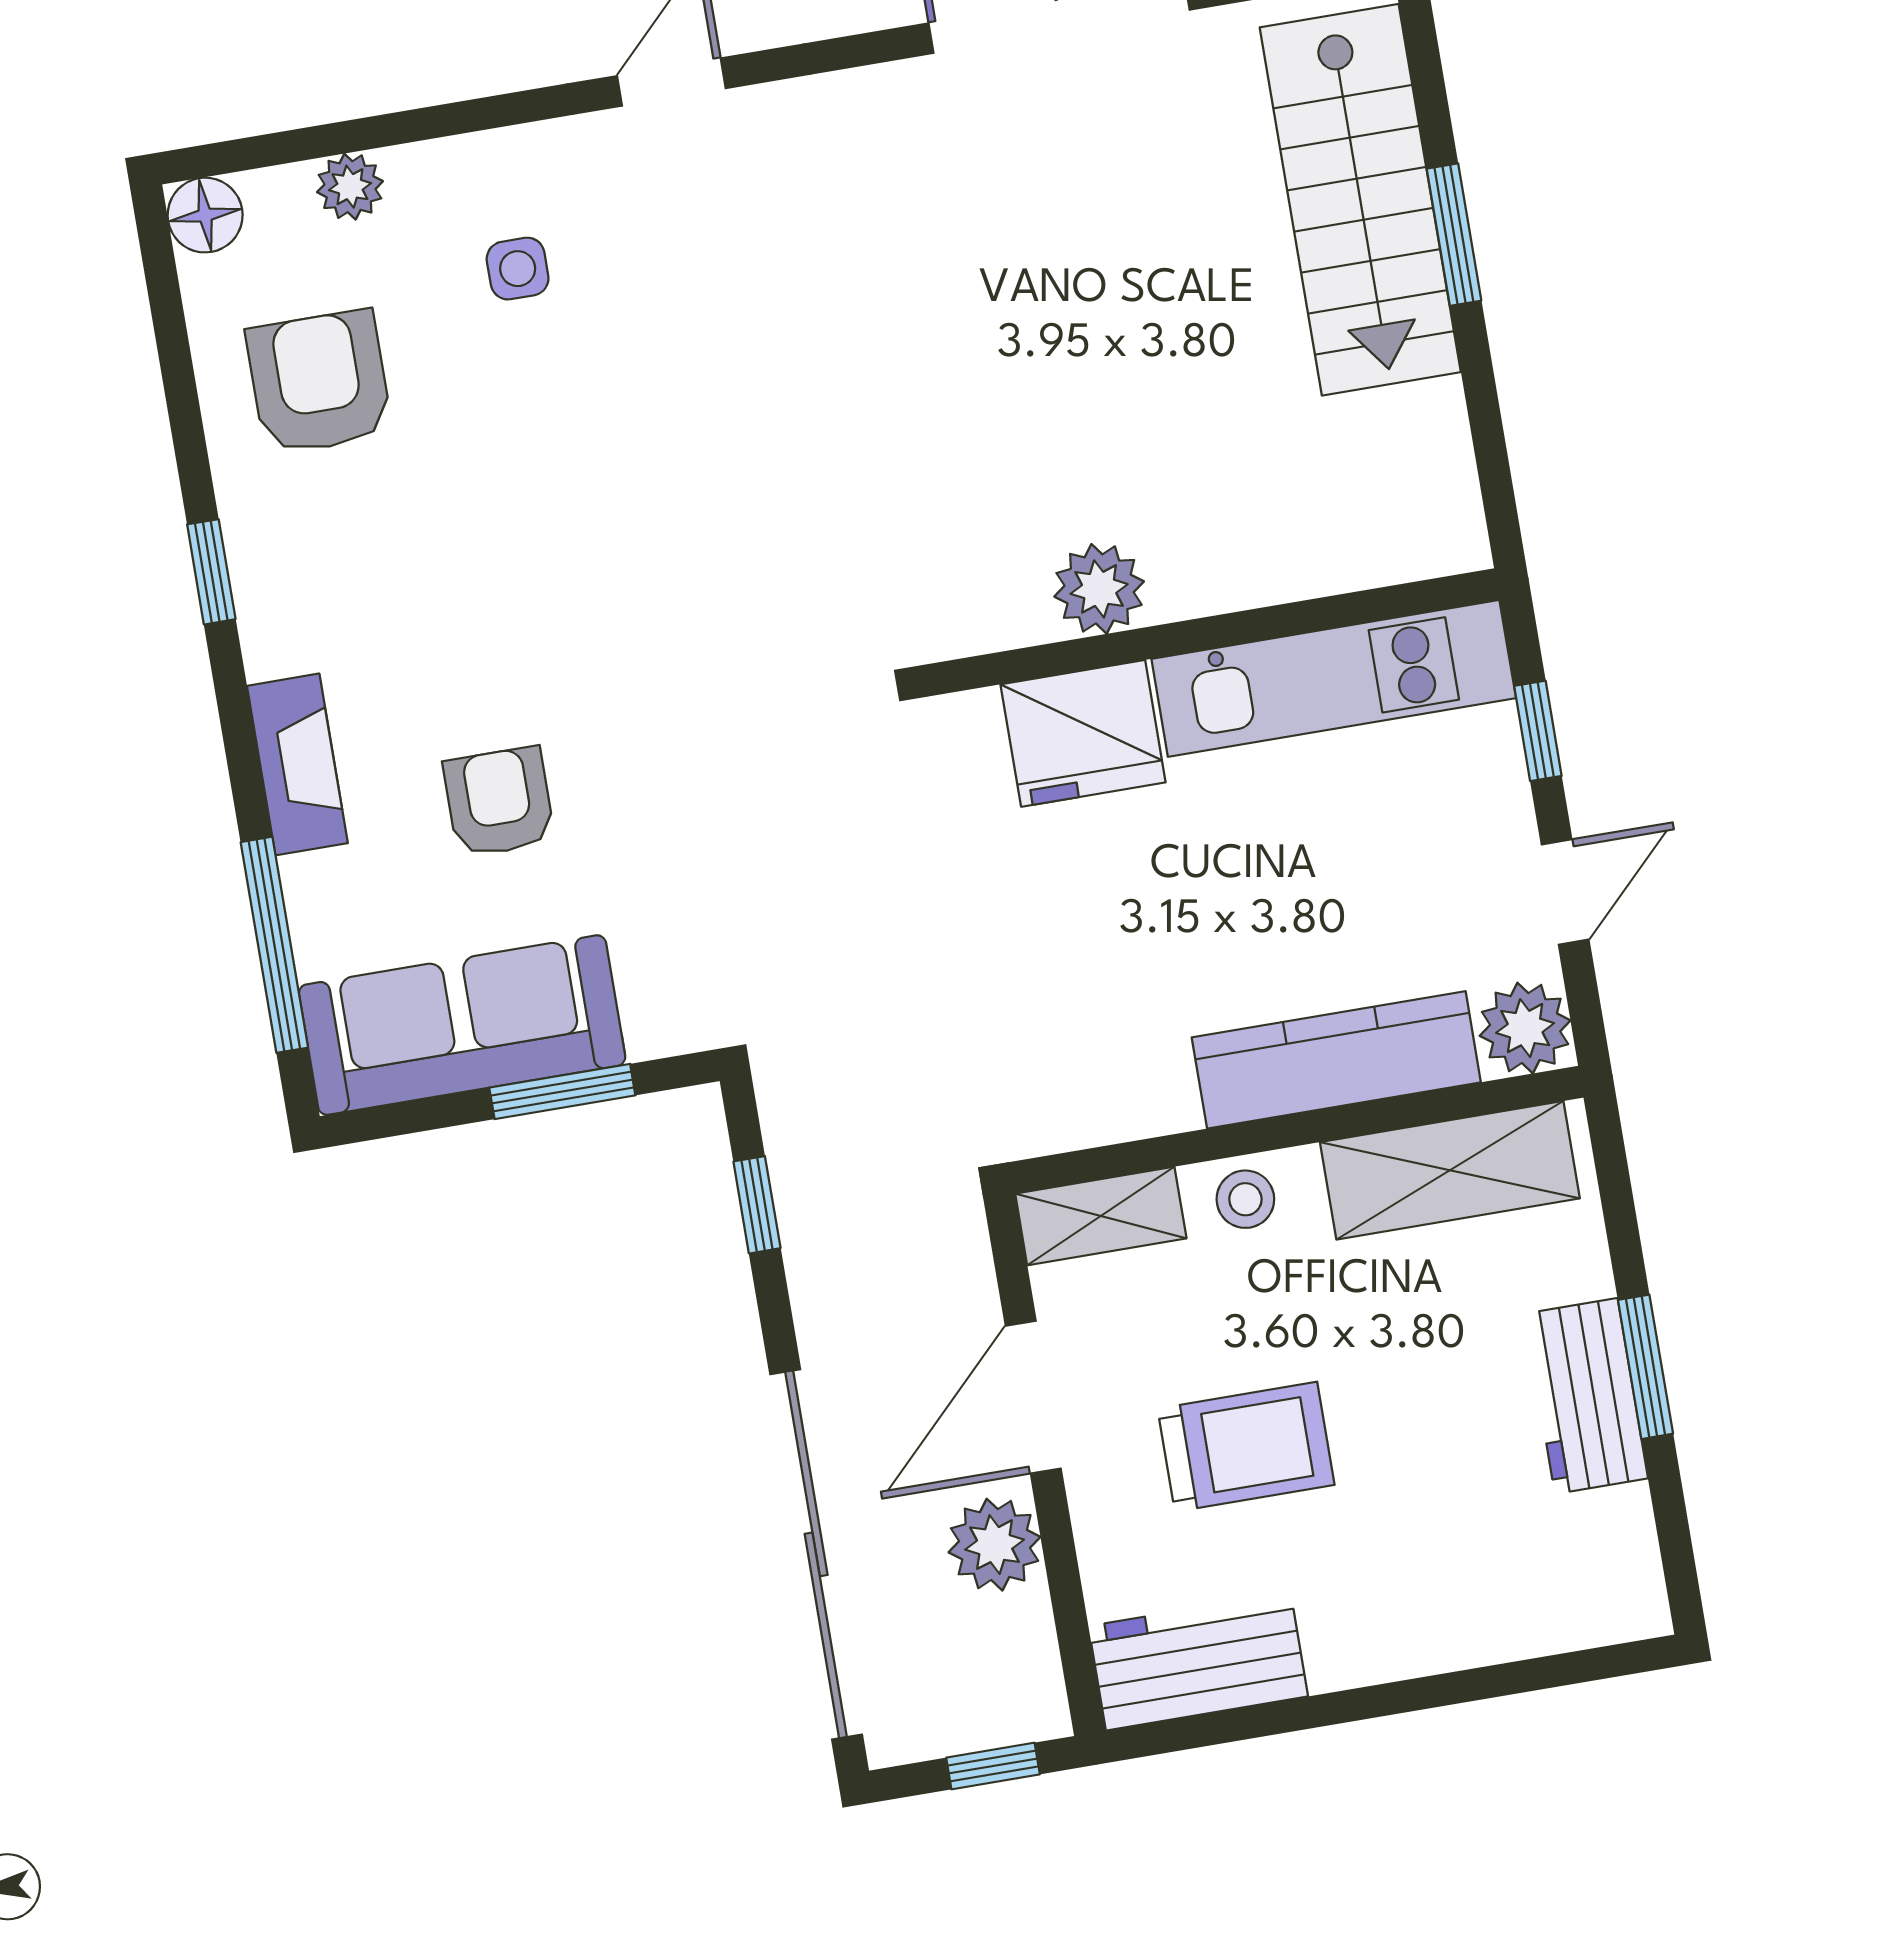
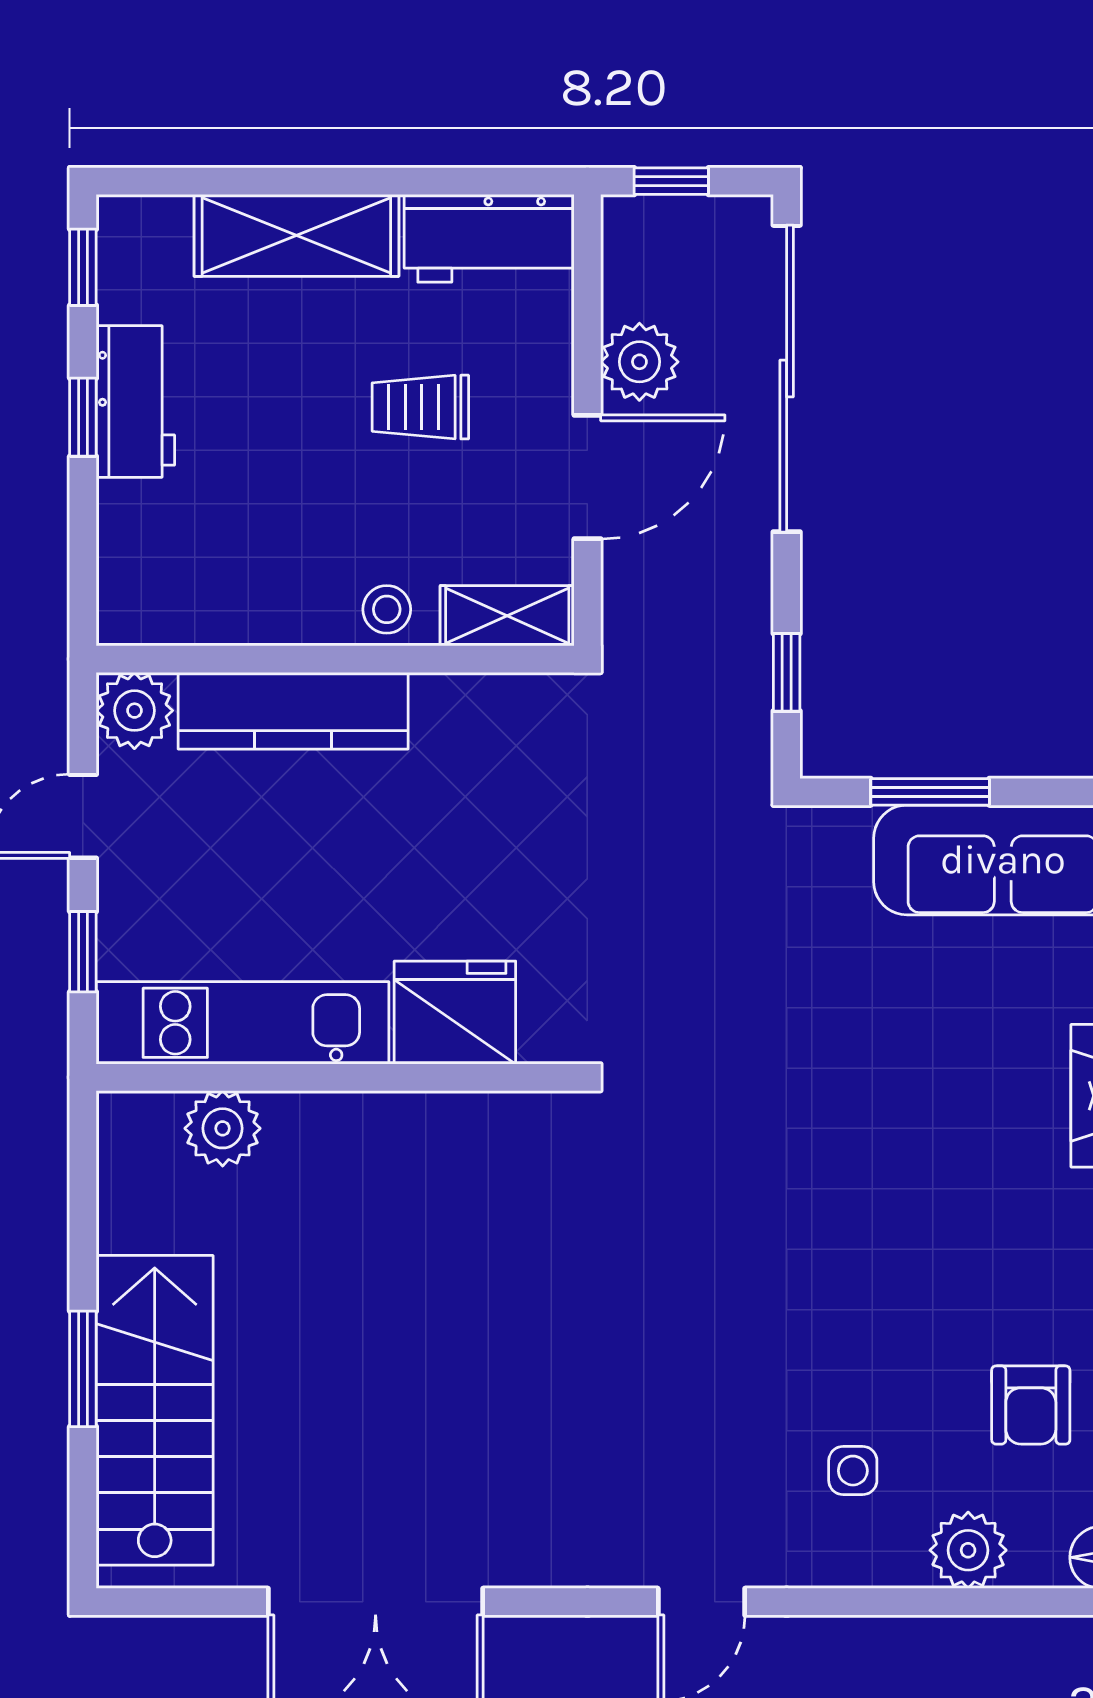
plant: (350, 187) -> (968, 1550), width x1.38, depth x1.38
armchair: (319, 382) -> (1031, 1405), width x0.72, depth x0.72
plant: (1099, 589) -> (223, 1128), moved
armchair: (499, 802) -> (942, 1037), removed
shelving: (1450, 1170) -> (296, 235), moved
window: (1645, 1367) -> (83, 417), width x0.67
trolley: (1246, 1447) -> (420, 407), width x0.73, depth x0.72
window: (1676, 1545) -> (83, 267), added

